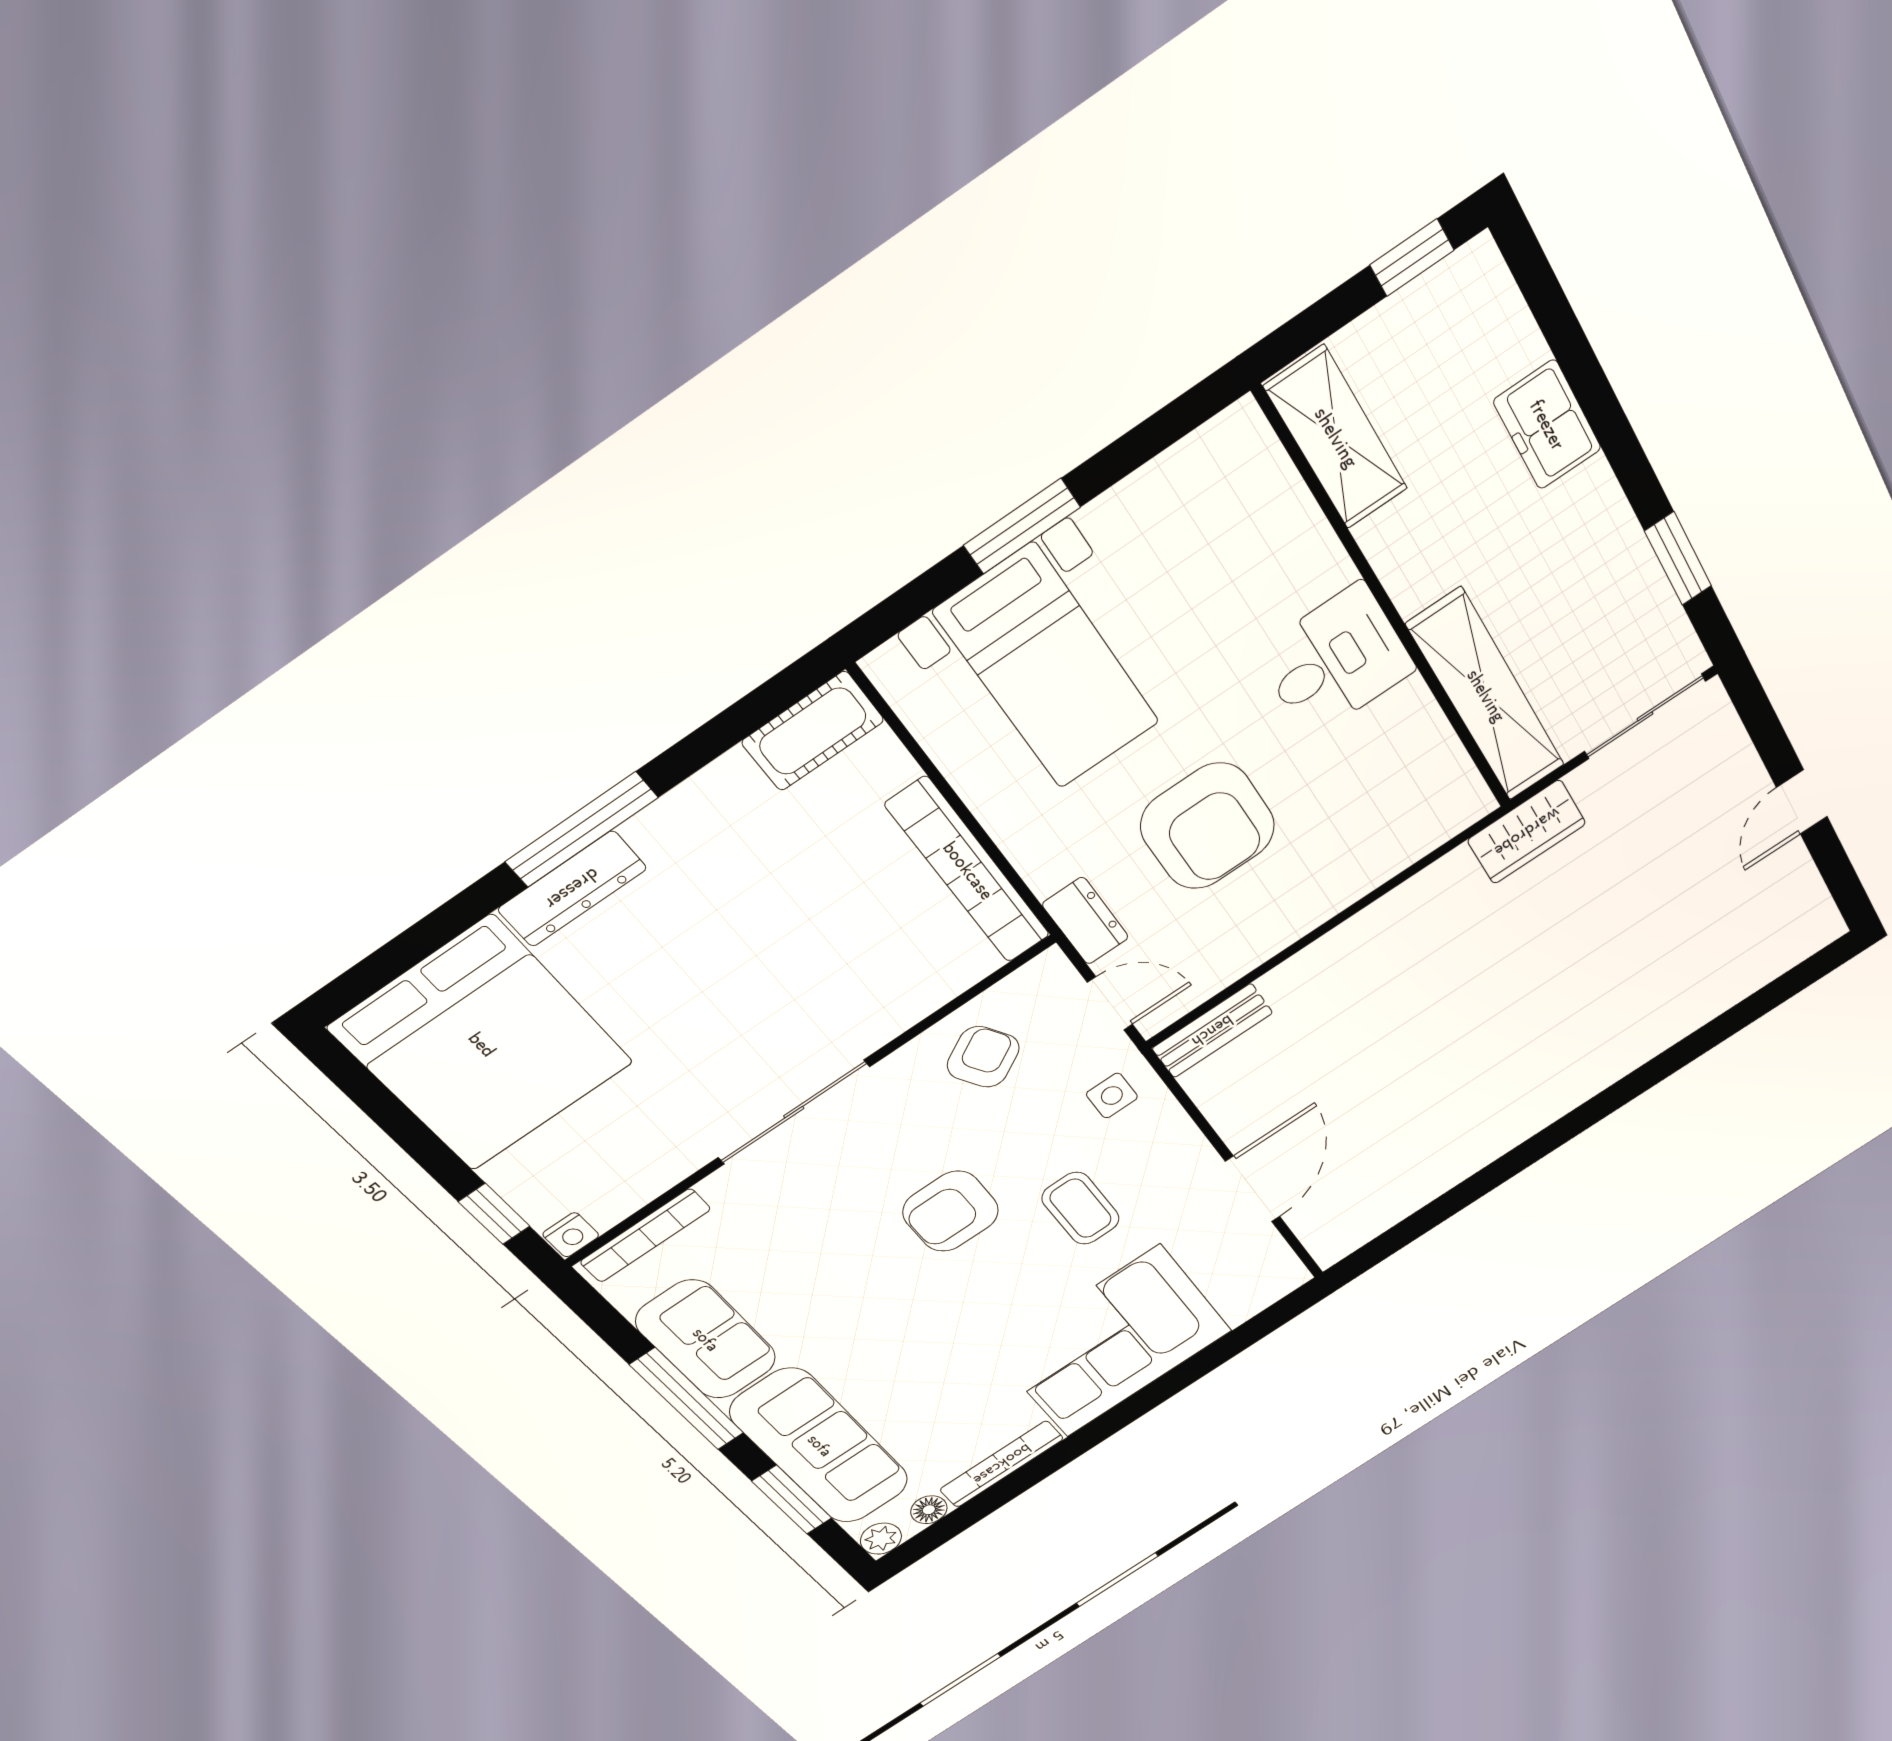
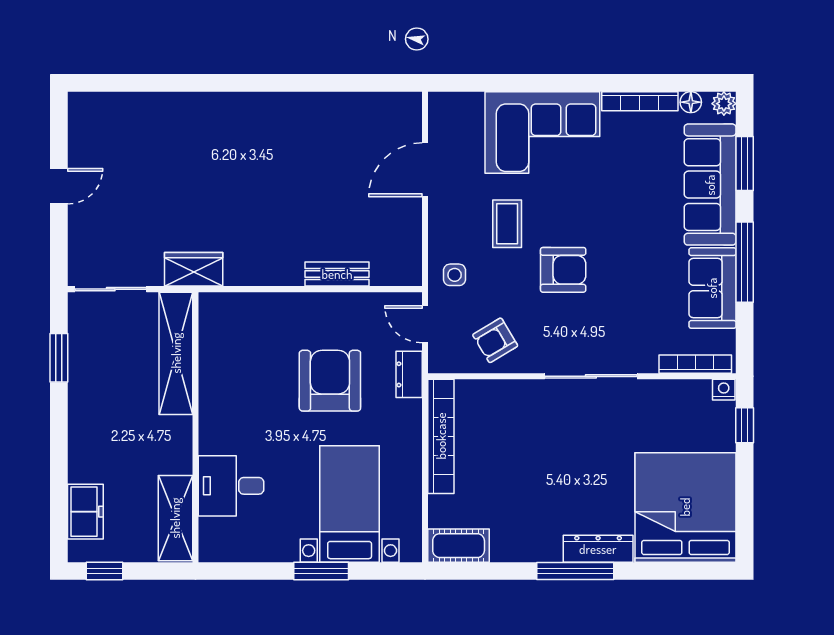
freezer: (1547, 425) -> (85, 512), moved
desk: (1336, 661) -> (231, 486), moved
bench: (1212, 1031) -> (337, 274), moved

